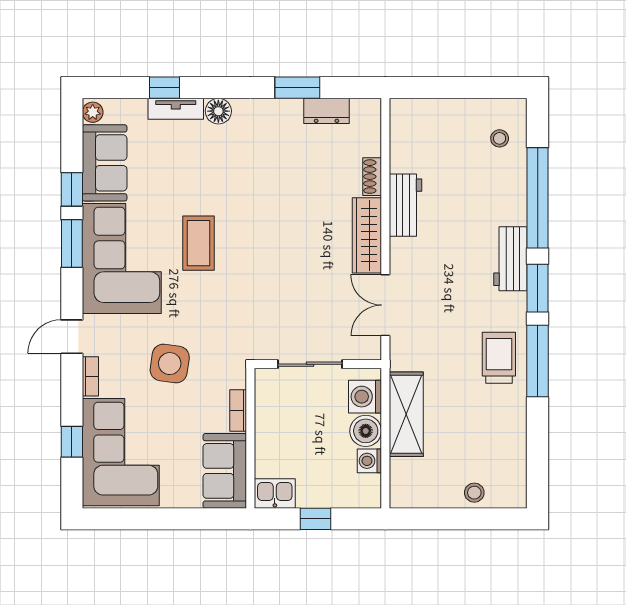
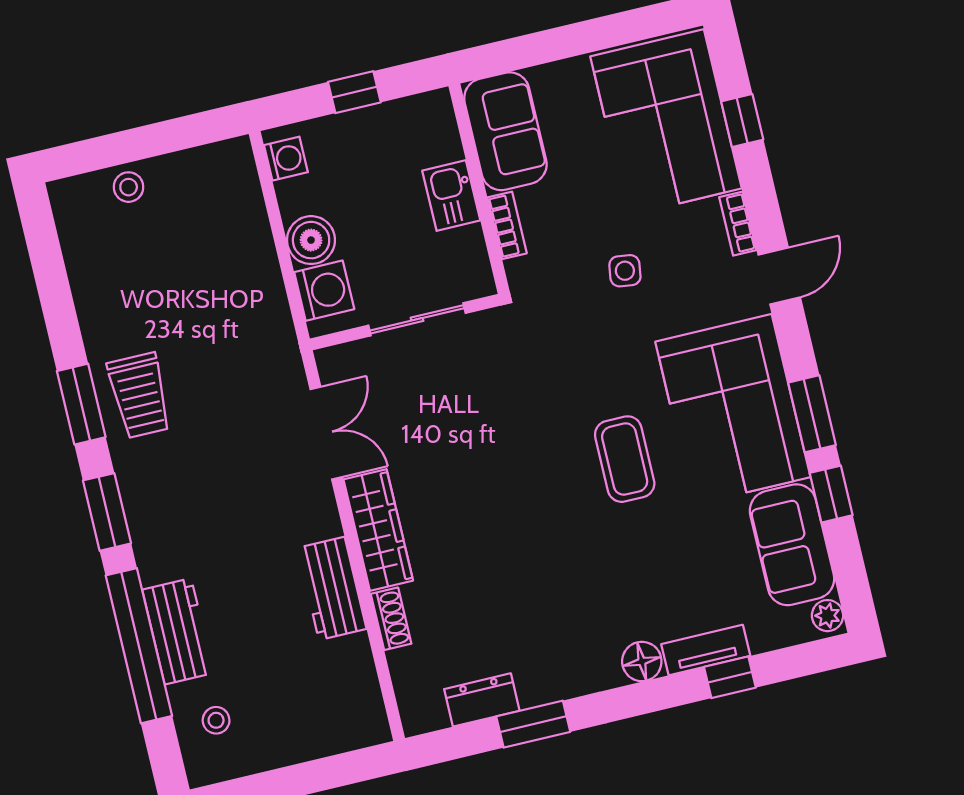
workbench: (510, 259) -> (178, 631), moved
window: (538, 361) -> (81, 404), width x0.69
side table: (170, 364) -> (625, 271), width x0.54, depth x0.54
shelving: (406, 414) -> (257, 279), removed
washing machine: (369, 461) -> (286, 159), moved
kitchen sink: (275, 494) -> (451, 196), moved, turned 90

